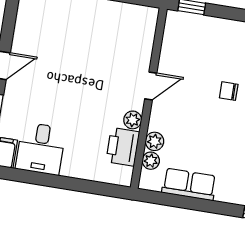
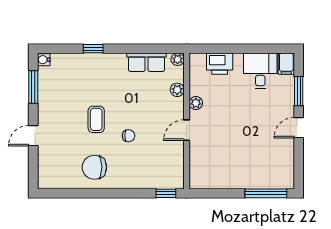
printer: (123, 147) -> (220, 64), moved, turned 90
plant: (151, 161) -> (178, 59), moved

